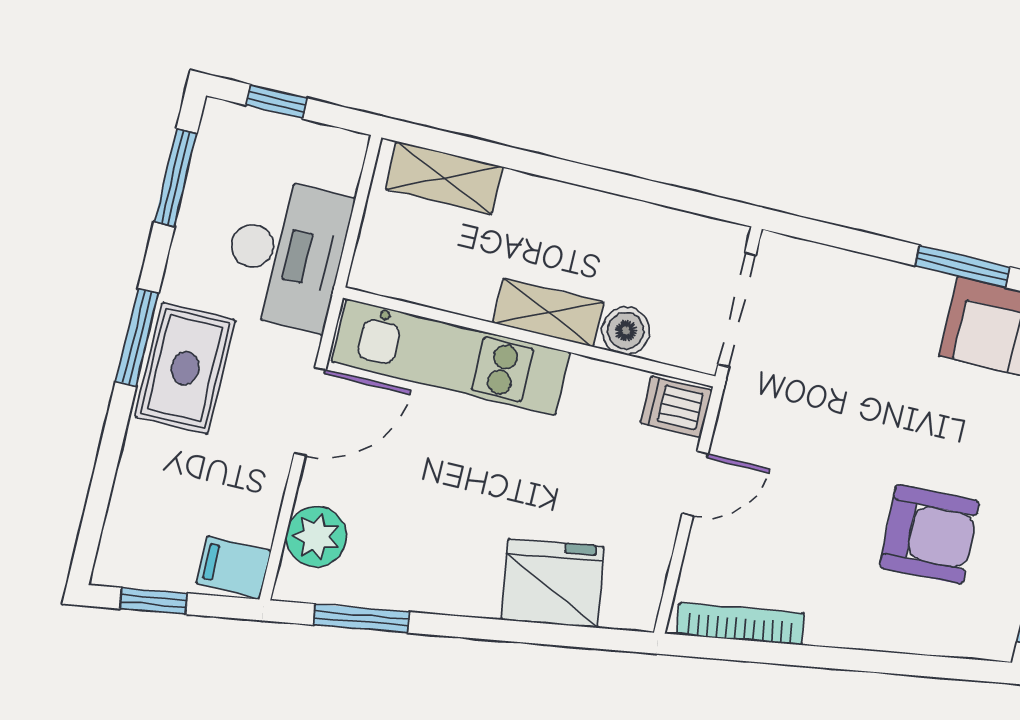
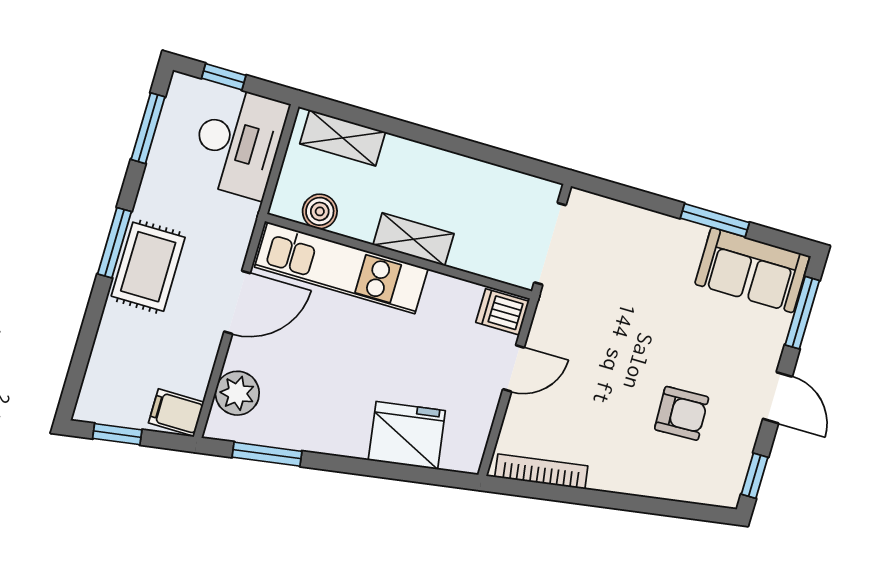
desk: (286, 254) -> (238, 142), moved
boiler: (626, 331) -> (320, 211), moved
armchair: (930, 534) -> (682, 413), width x0.72, depth x0.72

